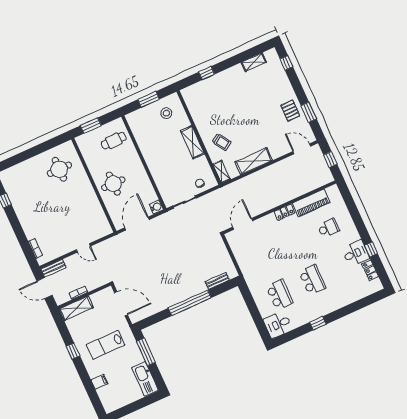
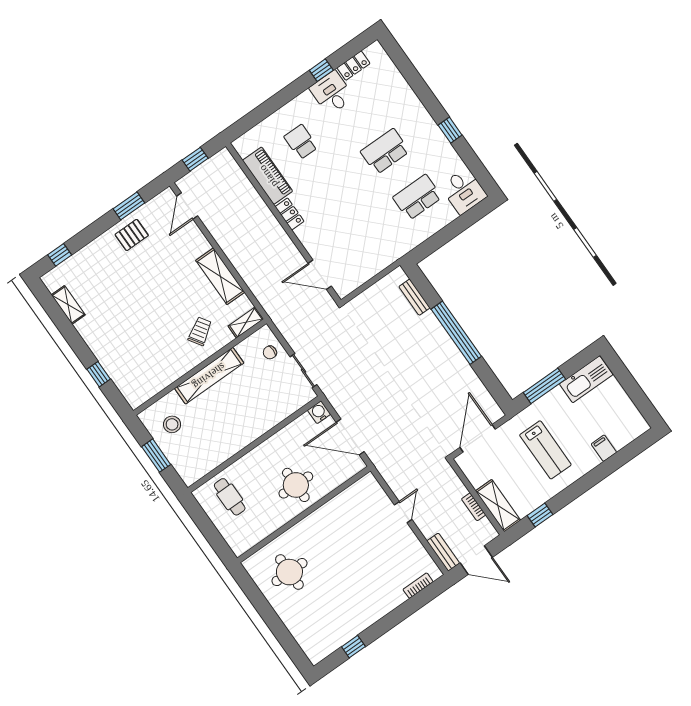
window: (91, 126) -> (213, 537), removed
shelving: (192, 142) -> (209, 376), width x1.47
door: (44, 288) -> (476, 560), hinge flipped
window: (73, 351) -> (540, 515), moved

